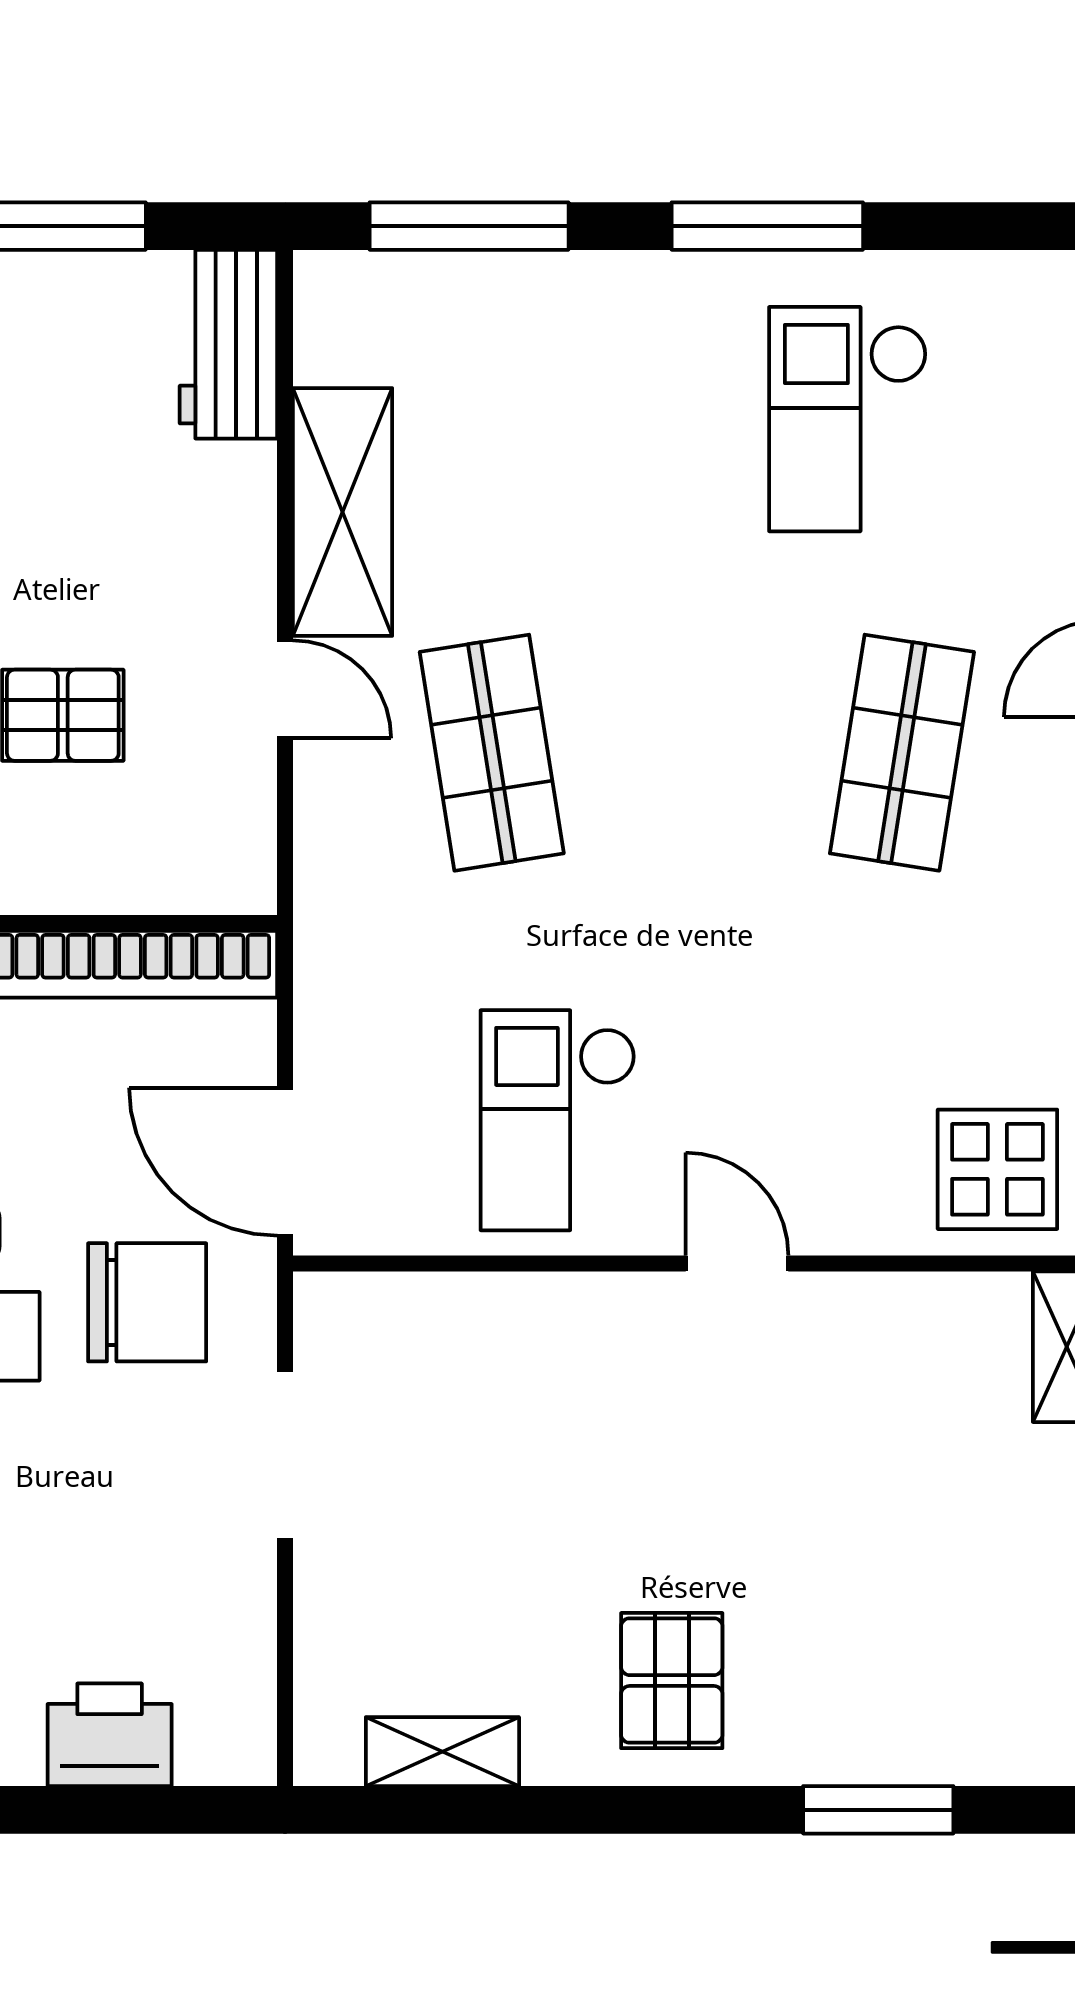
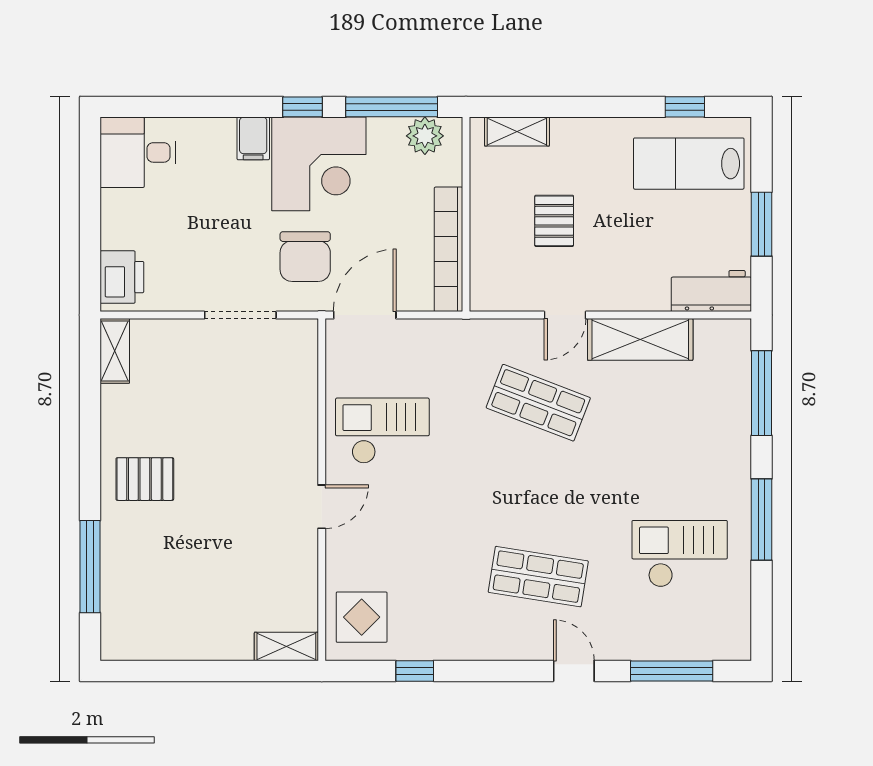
shop shelf: (492, 753) -> (538, 403), turned 30
printer: (110, 1735) -> (122, 277), moved
shelving: (442, 1752) -> (115, 351), moved
window: (878, 1810) -> (90, 567), width x1.44

